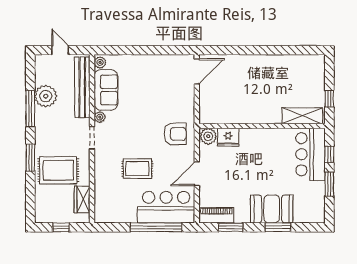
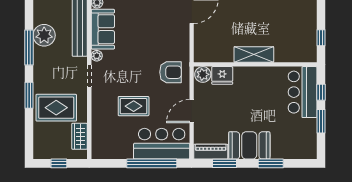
shelving: (302, 116) -> (254, 54), moved
booth: (272, 209) -> (249, 145), moved

